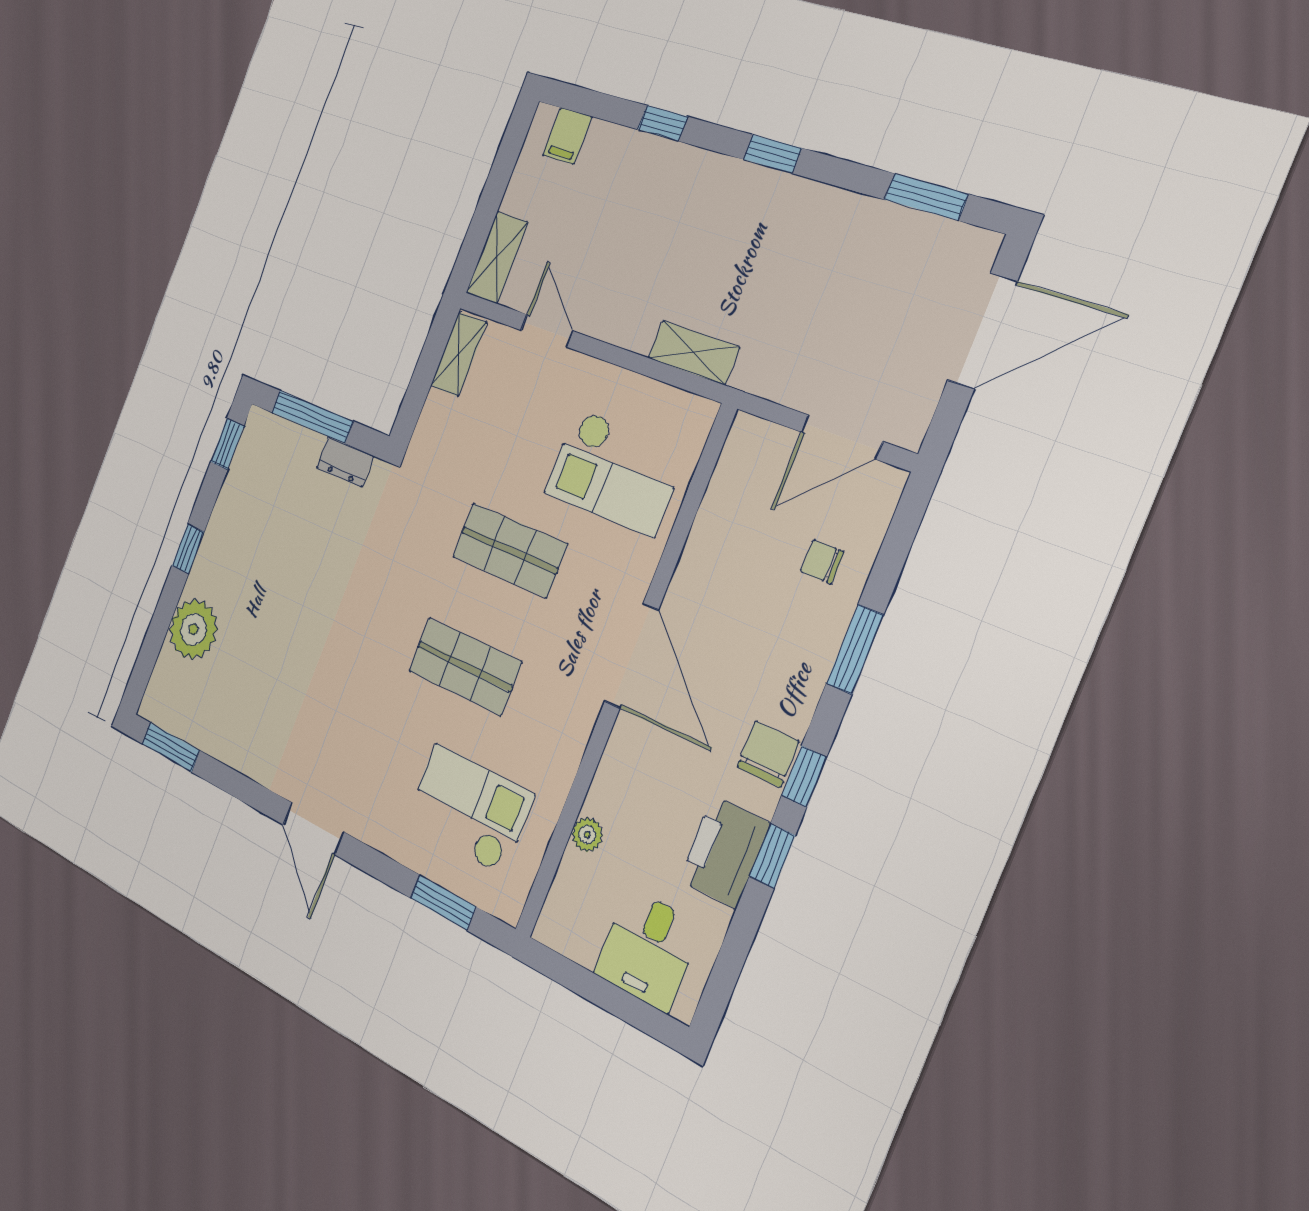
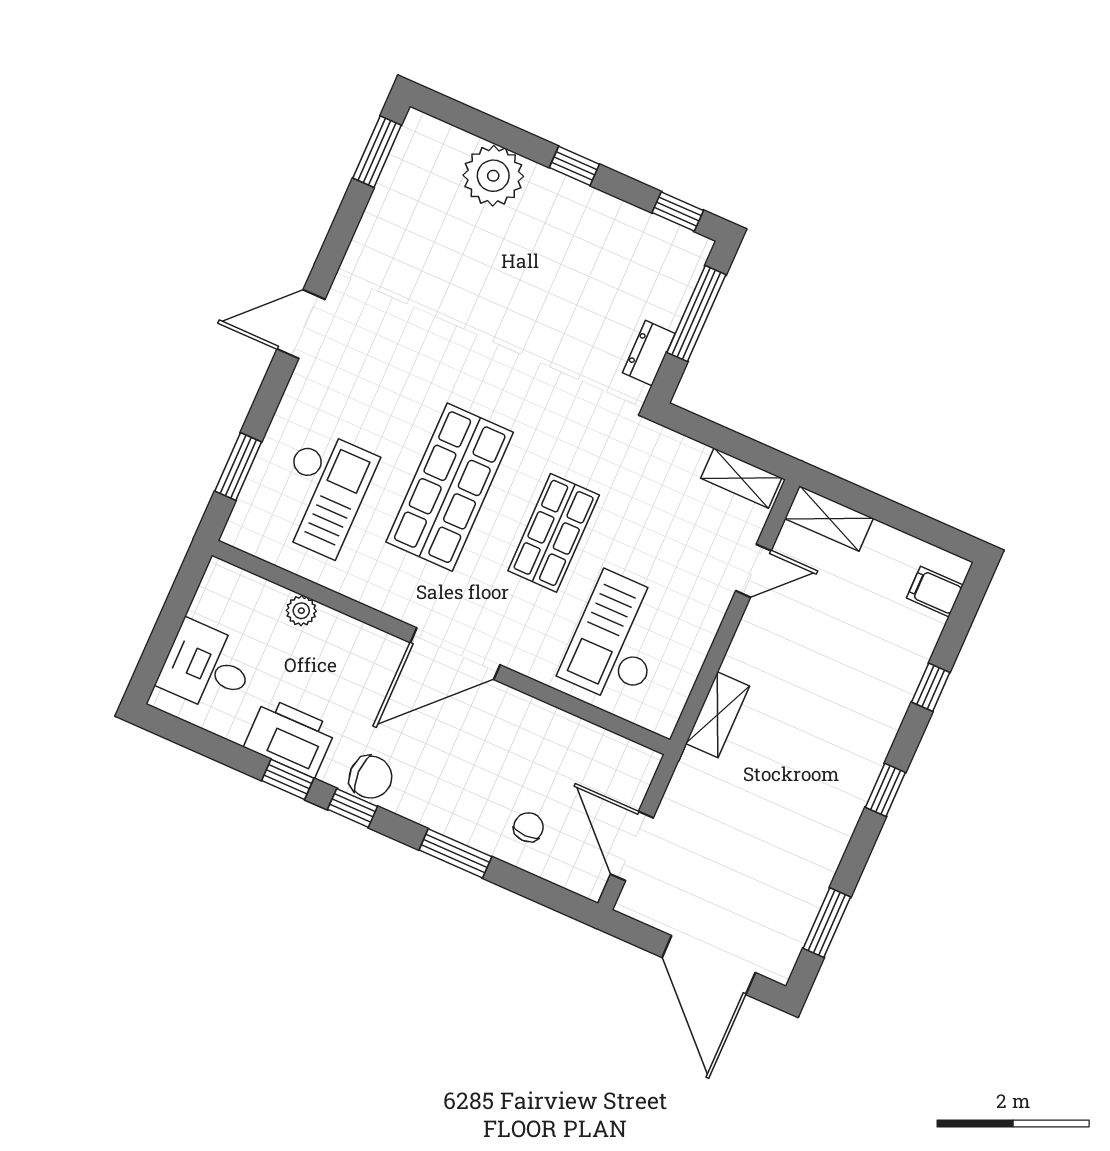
shop shelf: (465, 666) -> (450, 487), width x1.43, depth x1.36

